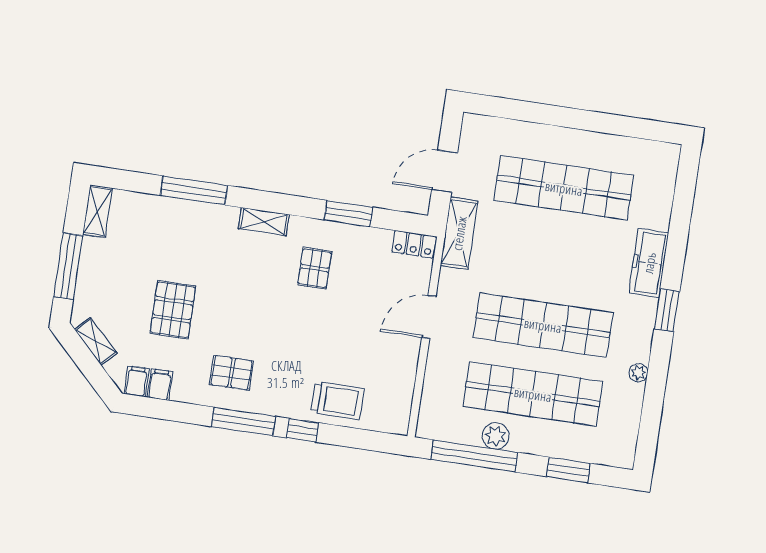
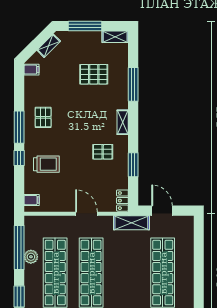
pallet: (173, 310) -> (94, 74), moved
filing cabinet: (160, 384) -> (32, 200), moved
trolley: (337, 400) -> (46, 164), moved, turned -90

